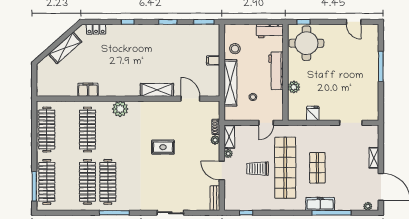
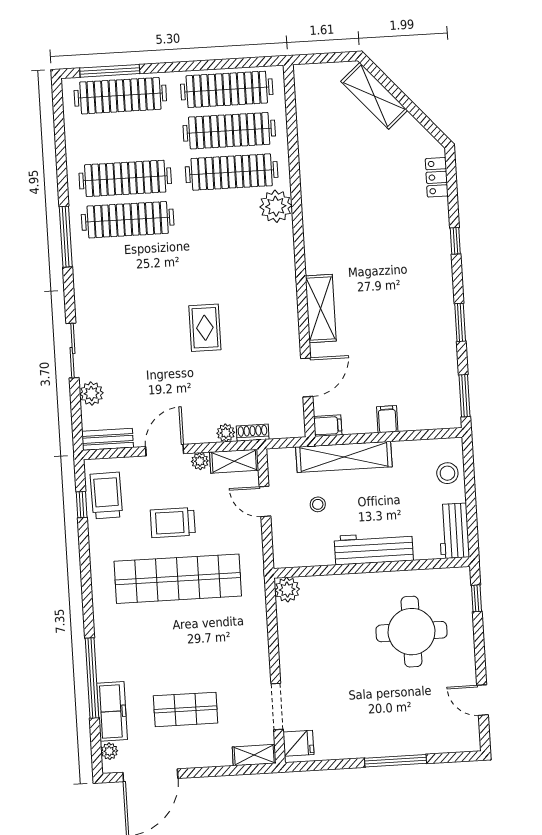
door: (354, 22) -> (483, 700), hinge flipped
round table: (306, 43) -> (411, 632), moved
shelving: (65, 48) -> (374, 96), moved
stool: (235, 49) -> (447, 473), moved
plant: (294, 87) -> (287, 590), moved
filing cabinet: (88, 90) -> (328, 426), moved, width x0.50
plant: (120, 109) -> (276, 206), moved
fridge: (313, 113) -> (298, 743), moved
door: (266, 123) -> (265, 501), moved
clothes rail: (67, 130) -> (229, 131), added
shelving: (374, 158) -> (254, 755), moved
shop shelf: (317, 168) -> (186, 709), moved
trolley: (258, 169) -> (173, 523), turned -90
trolley: (242, 200) -> (106, 495), added
freezer: (320, 204) -> (112, 711), moved
plant: (192, 205) -> (91, 393), added

